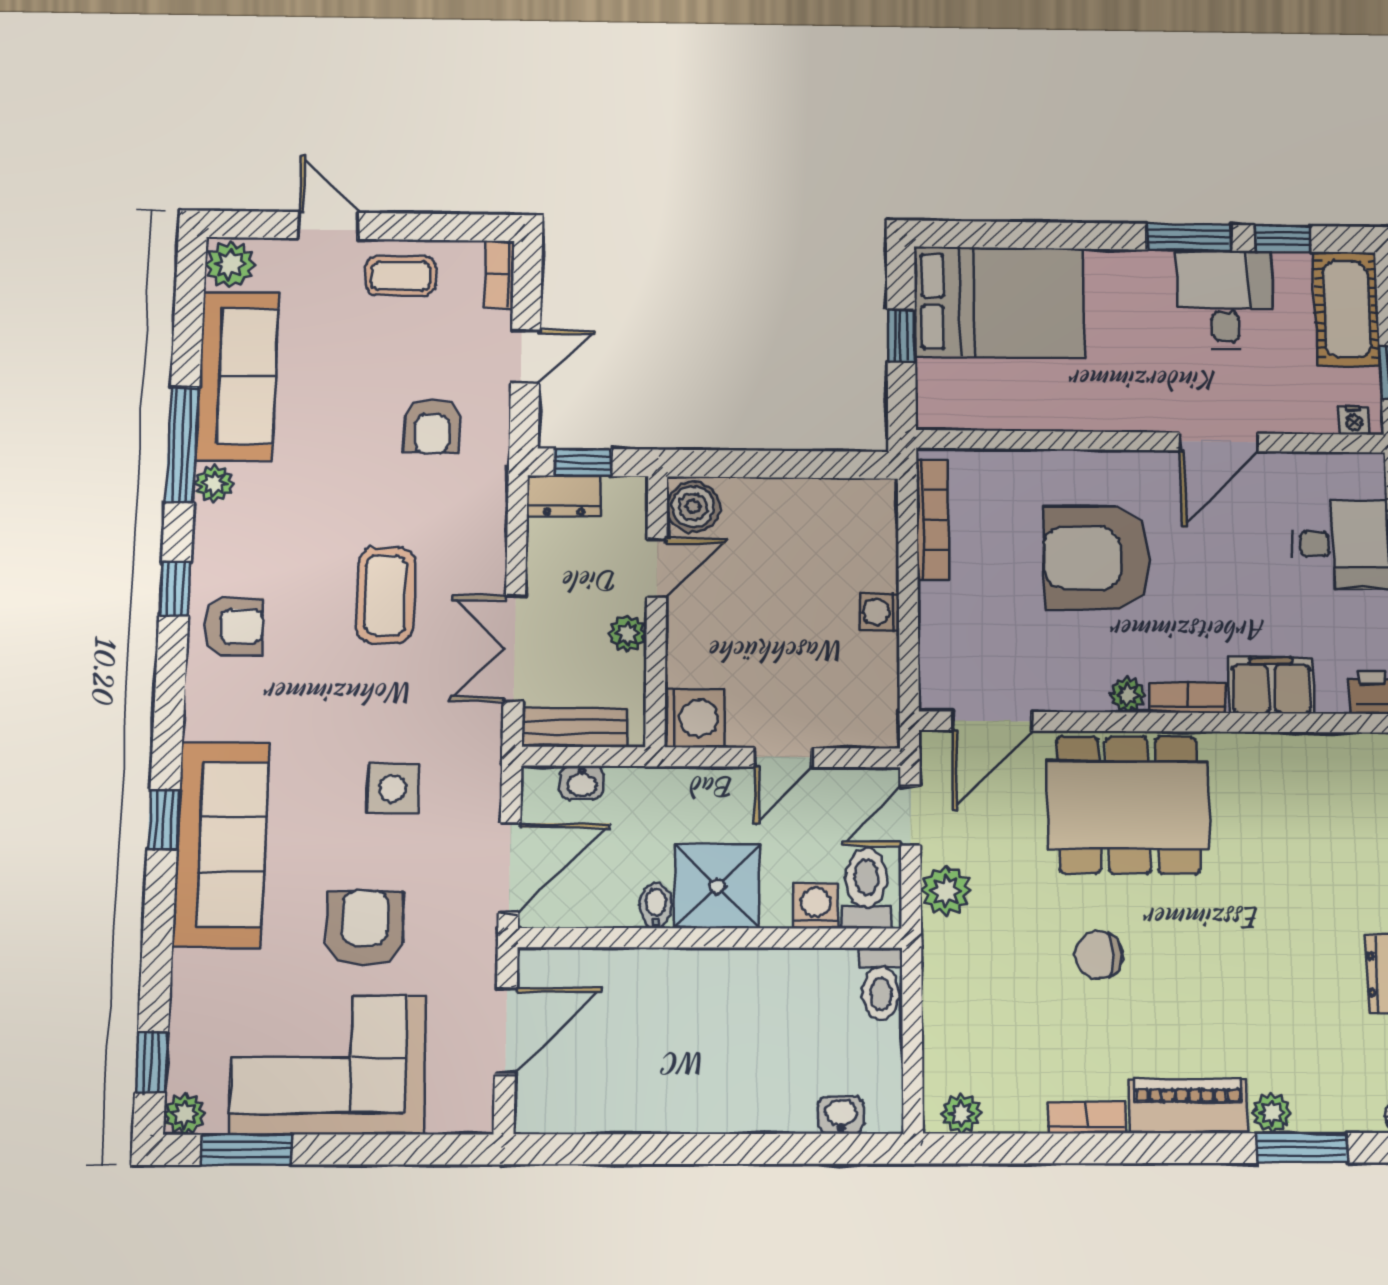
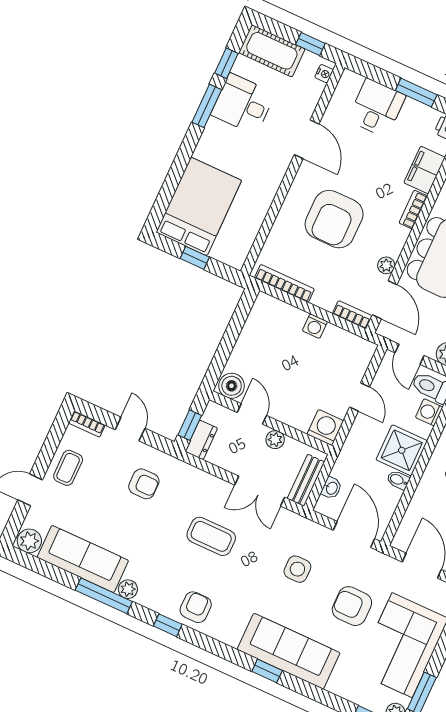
bookcase: (934, 673) -> (352, 315), added
plant: (1128, 695) -> (386, 265), moved

